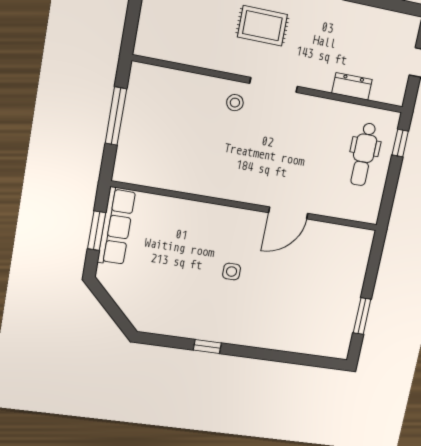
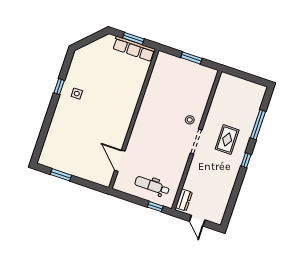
dresser: (352, 86) -> (184, 200), moved
window: (116, 116) -> (191, 58), width x0.69
door: (288, 213) -> (120, 161), moved
side table: (232, 272) -> (77, 94), moved

